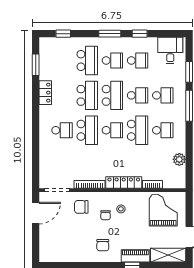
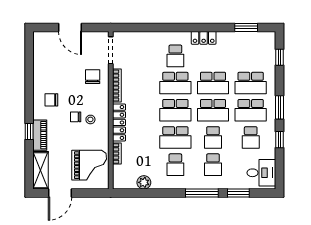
school desk: (112, 60) -> (251, 110), width x1.85
locker: (45, 93) -> (204, 38), moved
school desk: (112, 130) -> (175, 110), width x1.85
door: (36, 213) -> (70, 27), moved
chair: (106, 215) -> (76, 117), moved

